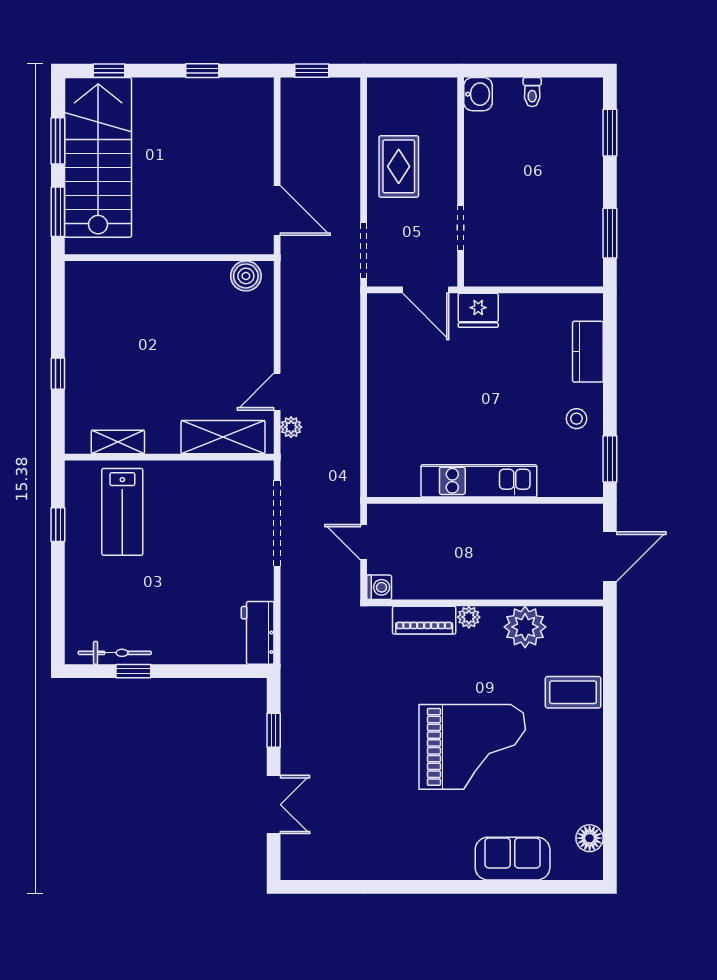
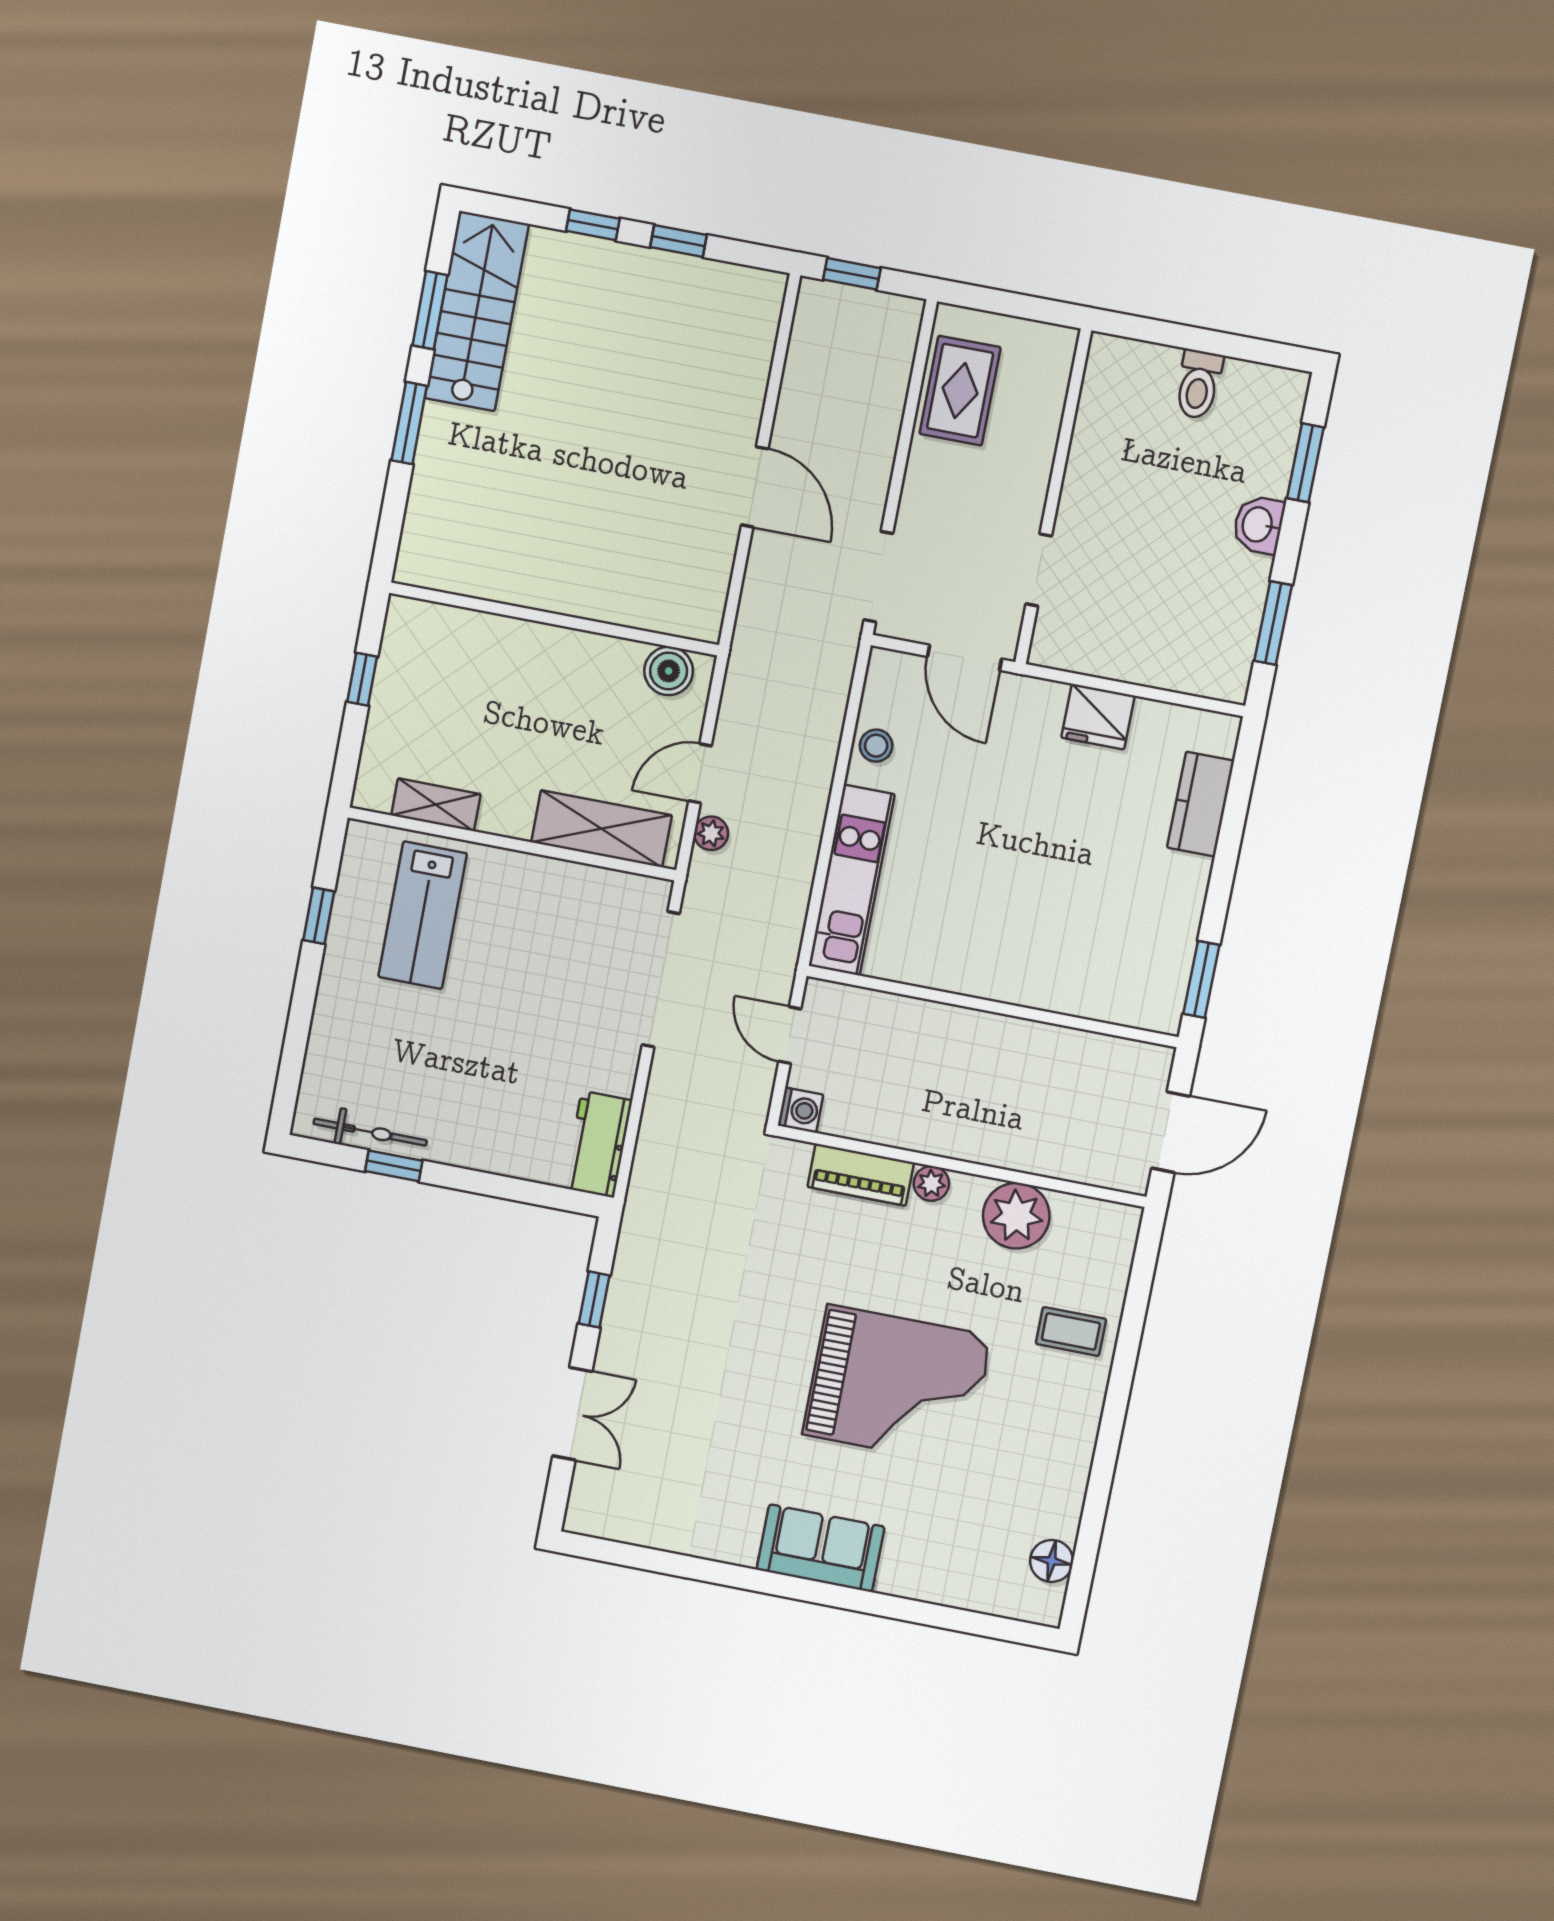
window: (109, 71) -> (593, 225), moved
toilet: (532, 92) -> (1199, 384), width x1.37, depth x1.39
washbasin: (478, 94) -> (1258, 525), moved, turned 180
stairs: (98, 157) -> (477, 311), width x0.73, depth x0.66
rug: (399, 166) -> (960, 391), moved
wall: (169, 258) -> (554, 619), moved
boiler: (246, 276) -> (669, 671), moved
fridge: (478, 310) -> (1098, 717), moved
stool: (576, 419) -> (876, 746), moved
kitchen unit: (479, 481) -> (852, 880), moved, turned 90
coffee table: (573, 692) -> (1071, 1331), width x0.73, depth x0.77
sofa: (513, 859) -> (821, 1548), moved

